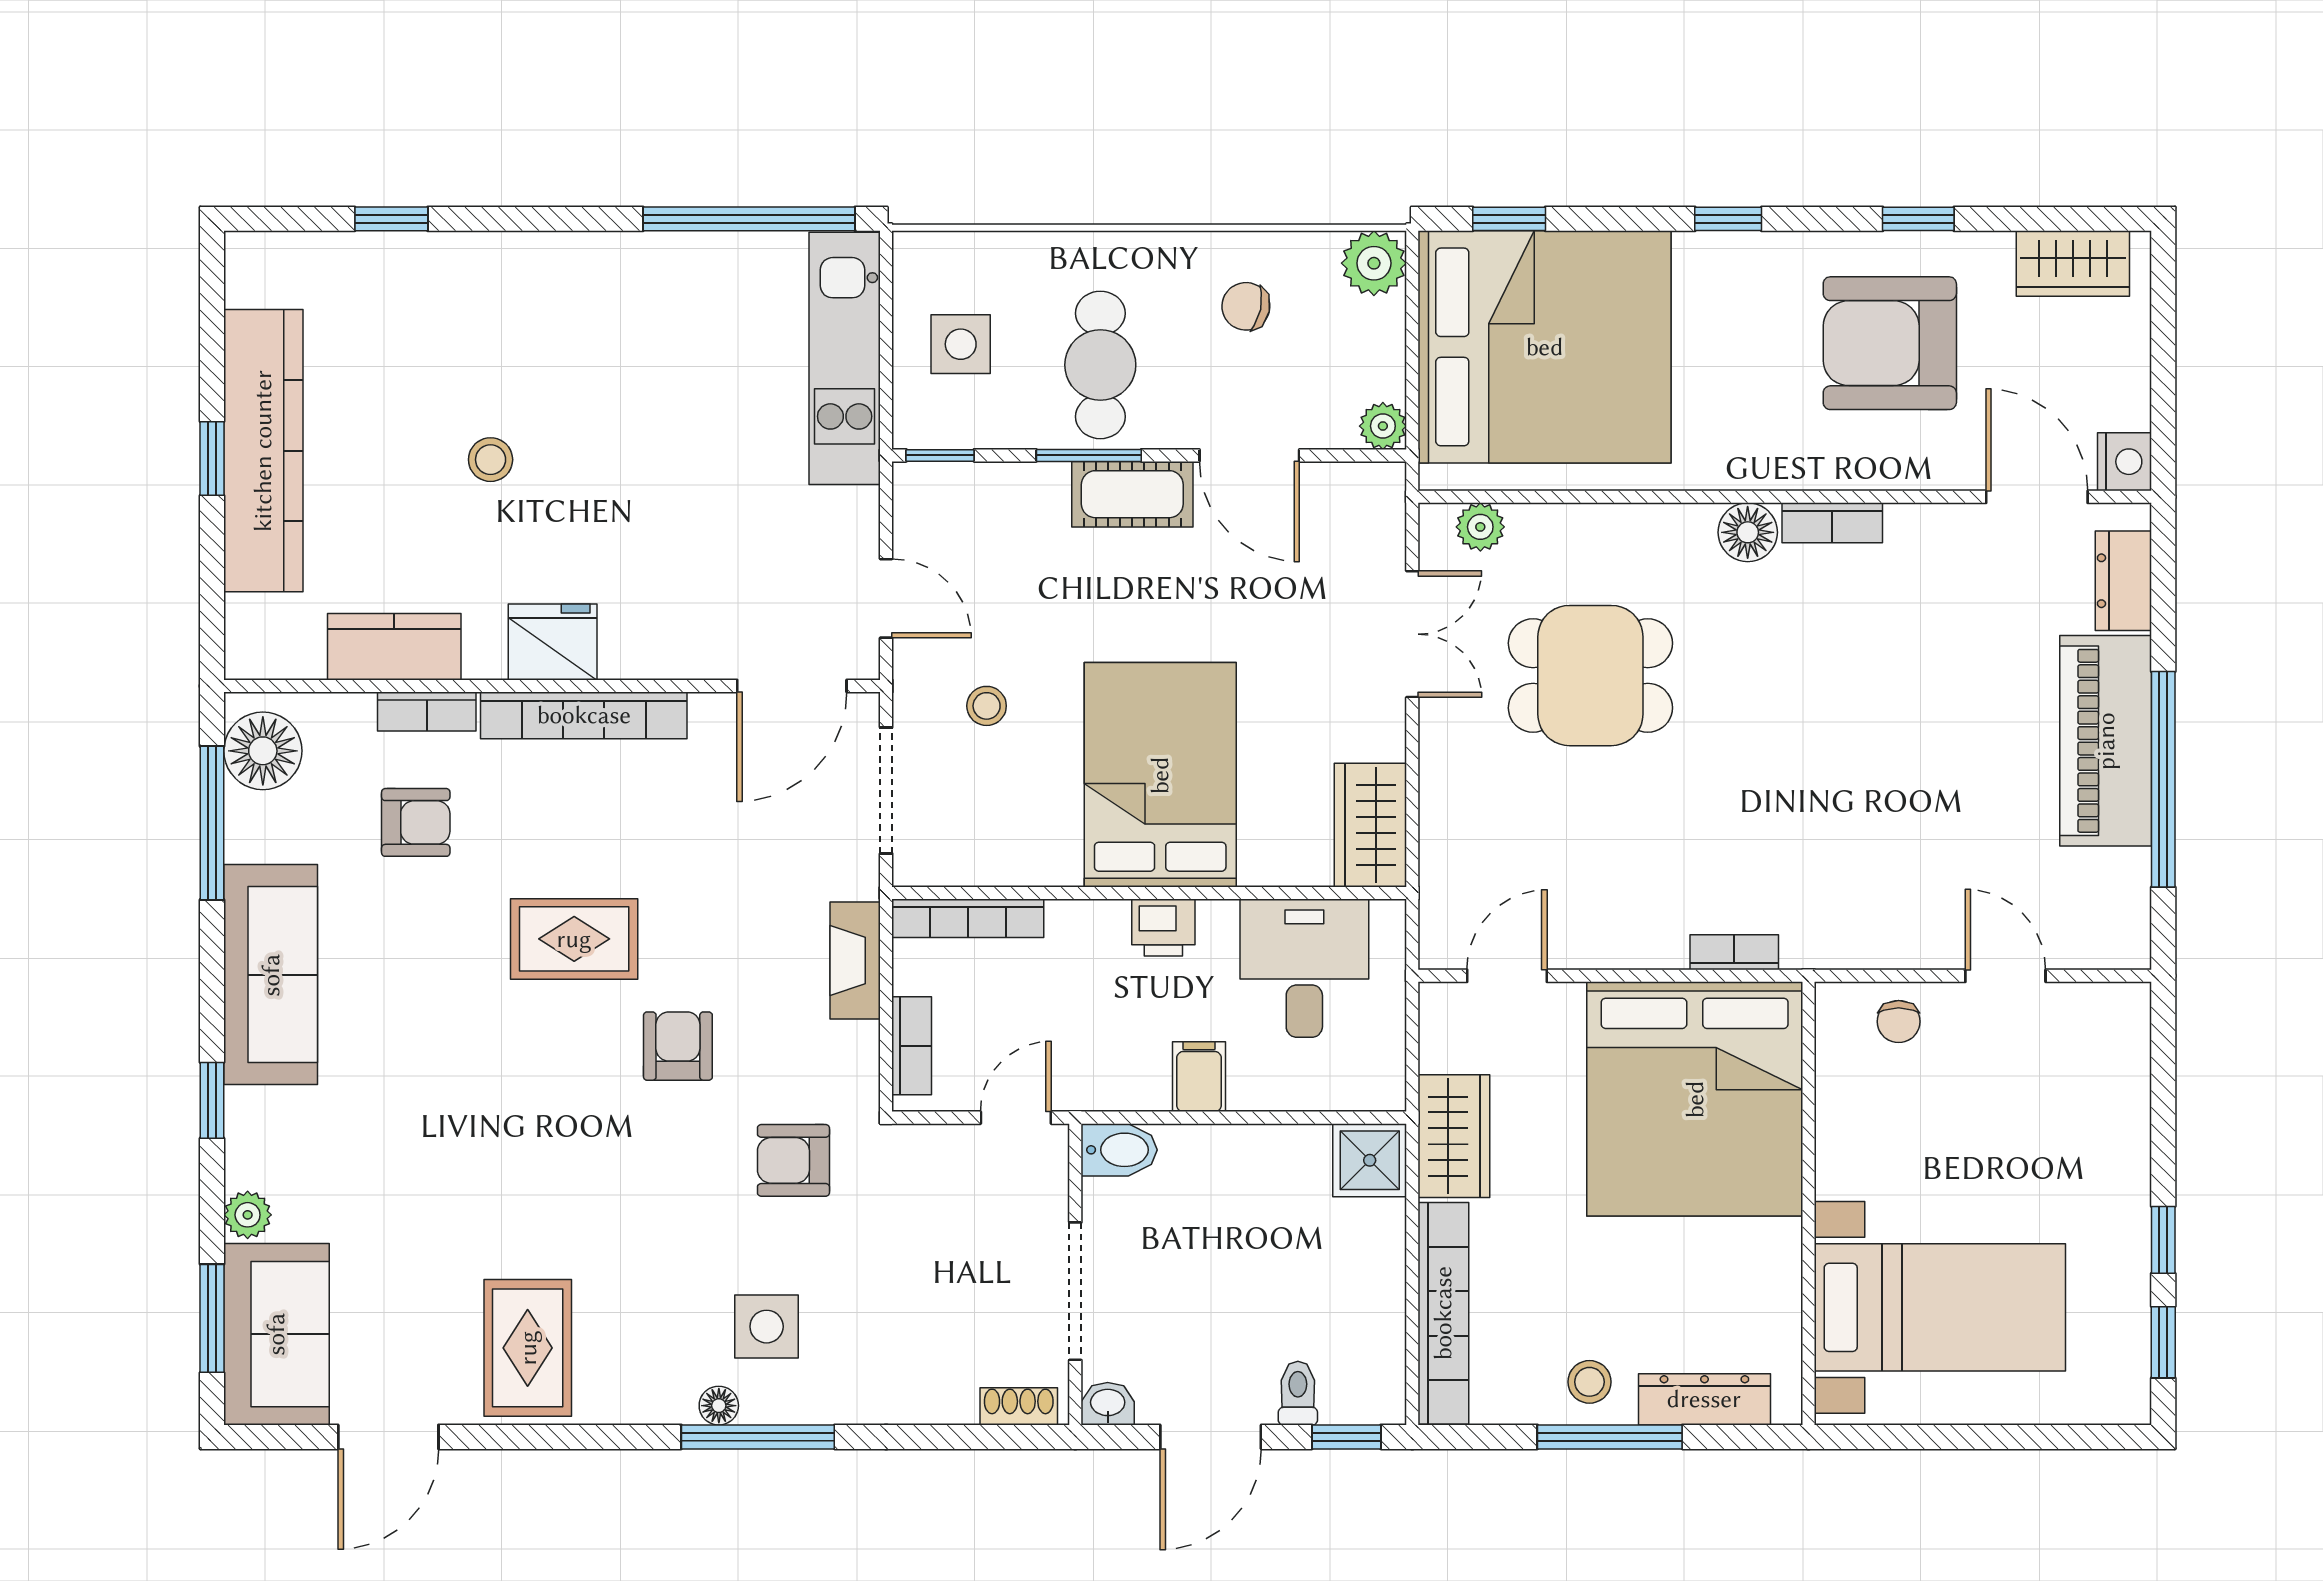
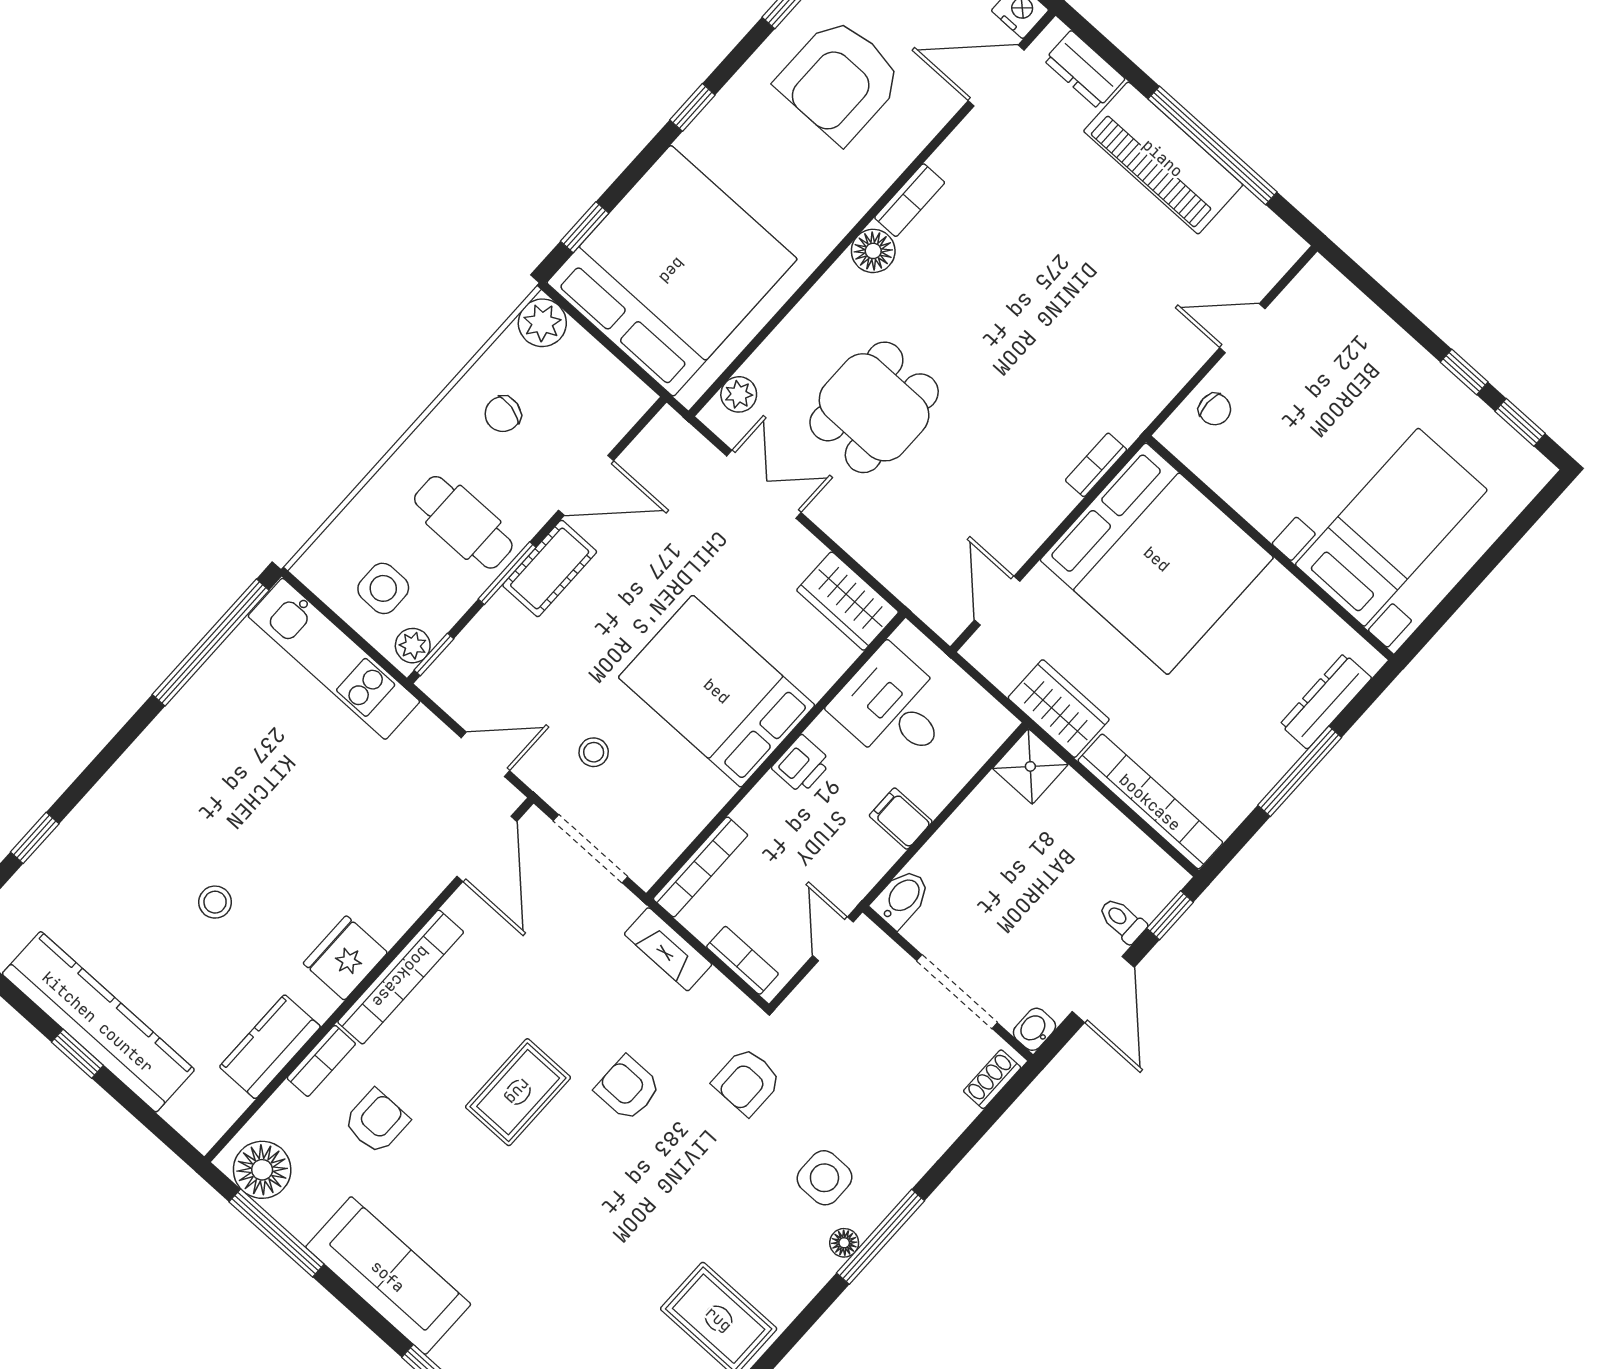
plant: (1383, 426) -> (413, 646), moved
stool: (1589, 1382) -> (1260, 755), removed

